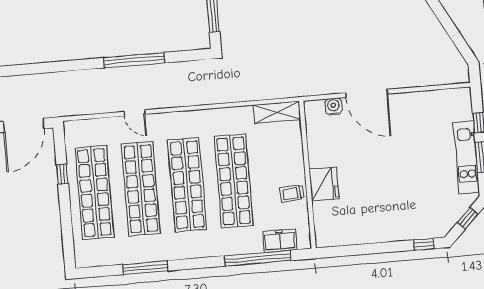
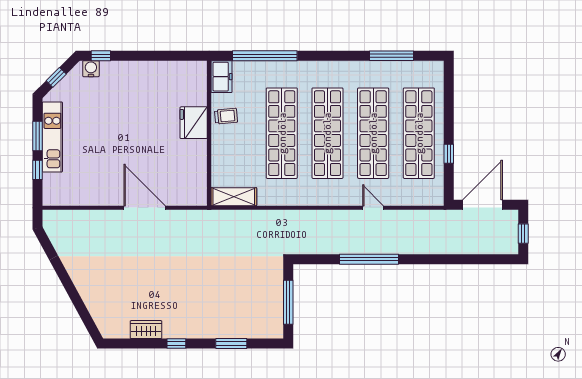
water cooler: (333, 107) -> (91, 69), moved, turned 180
freezer: (280, 241) -> (222, 77), moved, turned -90
window: (145, 268) -> (391, 56), moved

